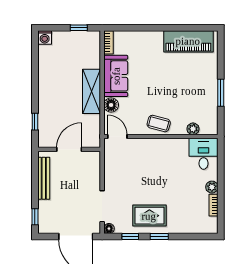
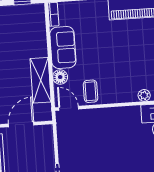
shelving: (91, 91) -> (41, 80), moved
coffee table: (159, 124) -> (91, 91), moved, turned 75

